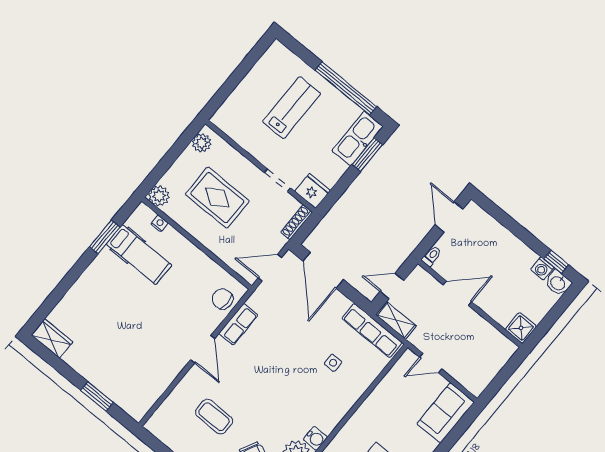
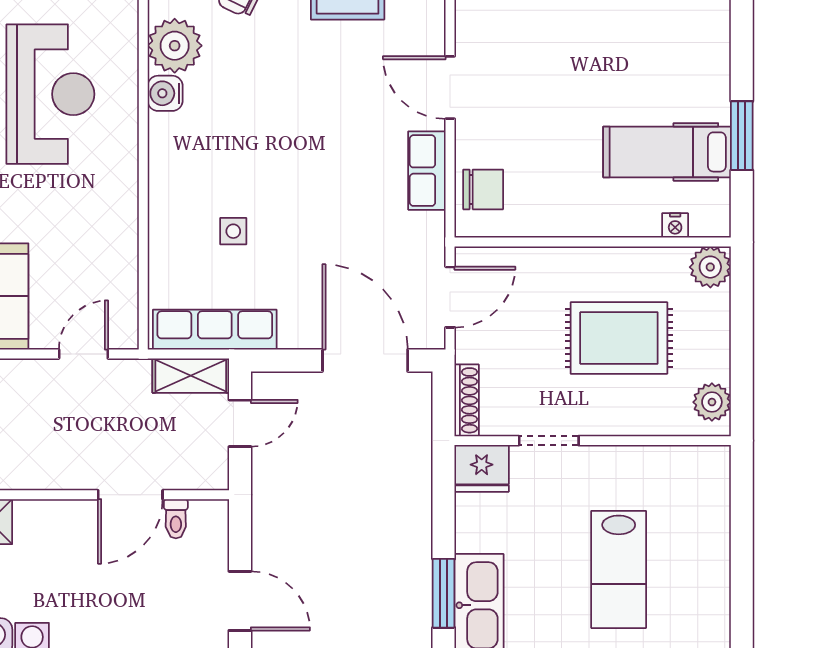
toilet: (432, 256) -> (176, 519), moved

